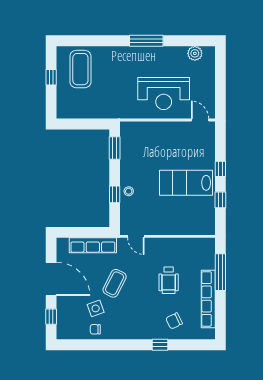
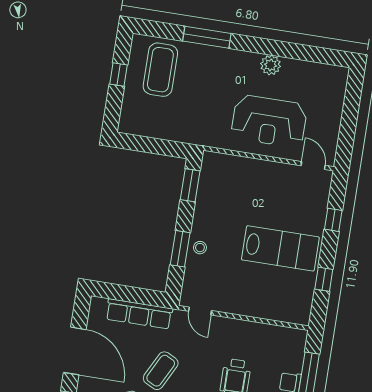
window: (146, 41) -> (207, 37), moved
plant: (195, 53) -> (271, 65), moved
window: (220, 169) -> (333, 220), moved
lab bench: (186, 183) -> (280, 248), turned 180
window: (115, 194) -> (180, 249), width x1.50

